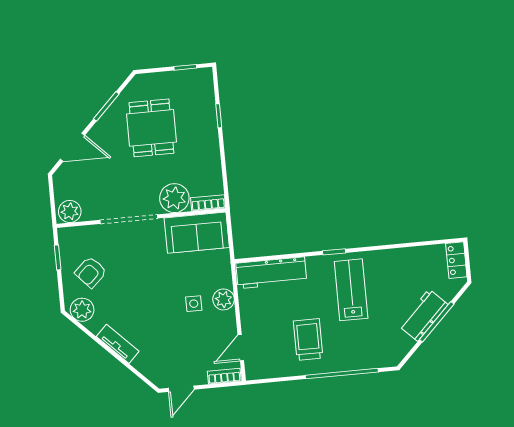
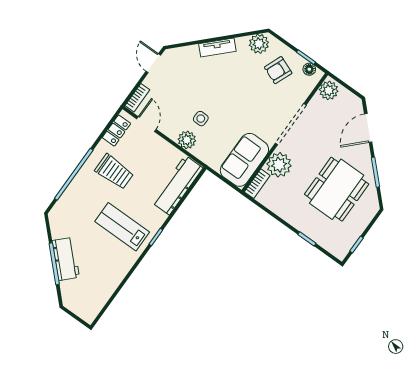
dining table: (151, 128) -> (337, 189), width x1.38
floor lamp: (66, 245) -> (309, 69), added
locker: (456, 260) -> (116, 131), moved, turned 90
armchair: (91, 272) -> (278, 70), turned -115
lab bench: (351, 290) -> (122, 227), turned 180

